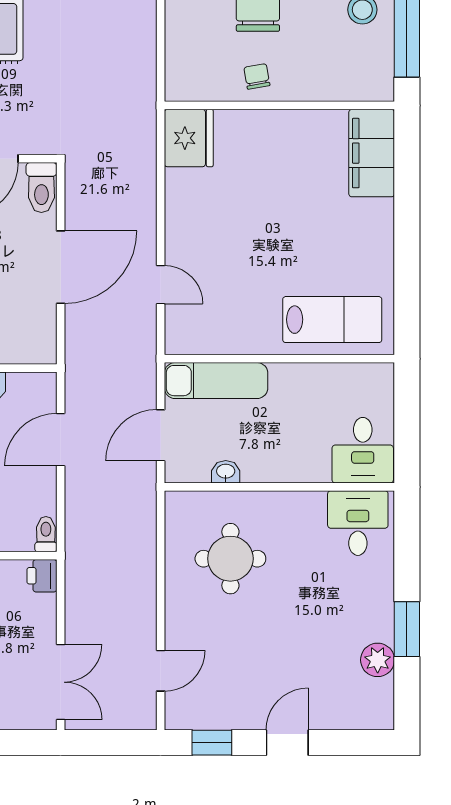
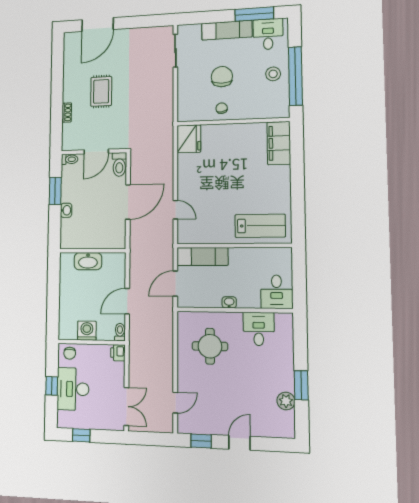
door: (61, 440) -> (127, 301), moved
washbasin: (226, 472) -> (229, 302), moved
desk: (358, 523) -> (259, 329), moved

